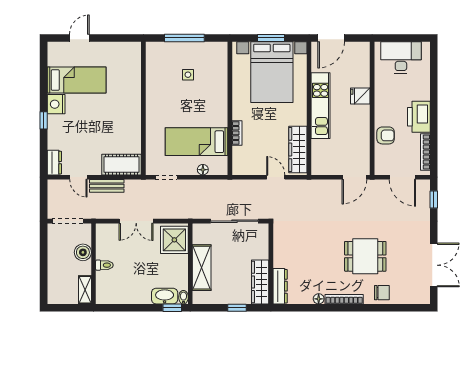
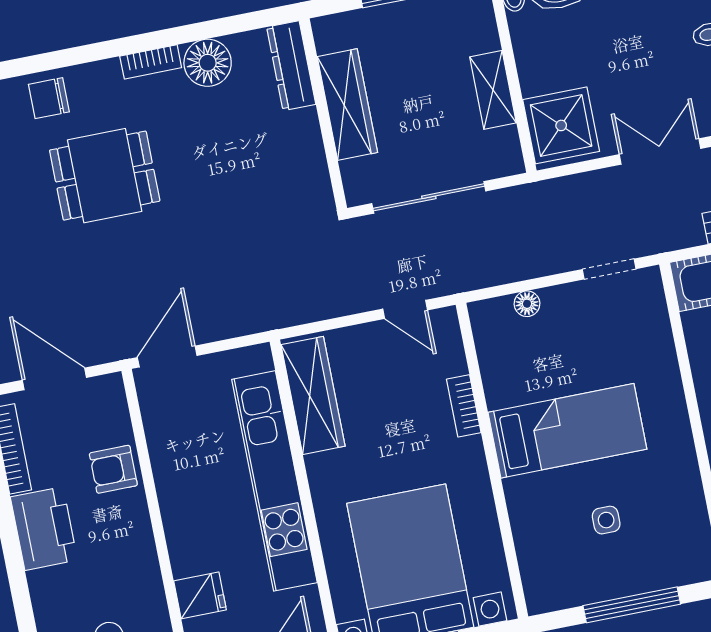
fridge: (360, 96) -> (200, 595), moved
kitchen unit: (321, 106) -> (274, 481), width x1.36
bed: (197, 142) -> (567, 431), moved
door: (276, 177) -> (405, 309), moved
shelving: (202, 268) -> (493, 90), width x0.67, depth x0.75
wardrobe: (260, 282) -> (347, 105), moved
floor lamp: (319, 299) -> (208, 63), width x1.89, depth x1.89
bookcase: (344, 299) -> (151, 62), width x0.64

